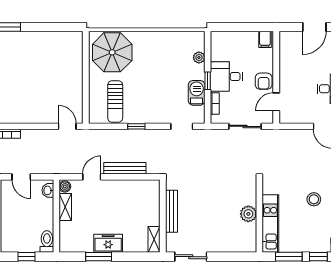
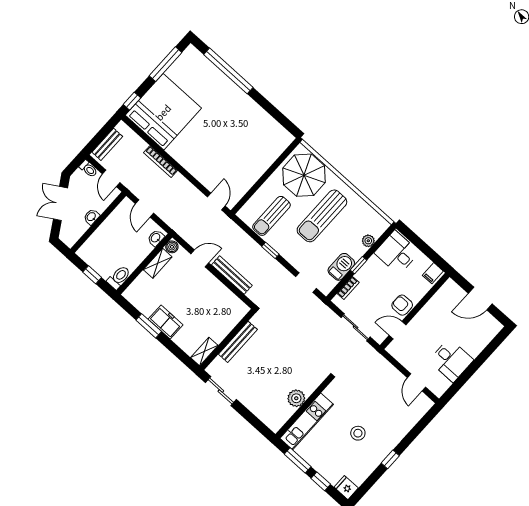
sun lounger: (151, 69) -> (322, 216), added
desk: (226, 76) -> (397, 253), moved
armchair: (264, 81) -> (402, 305), turned 90

